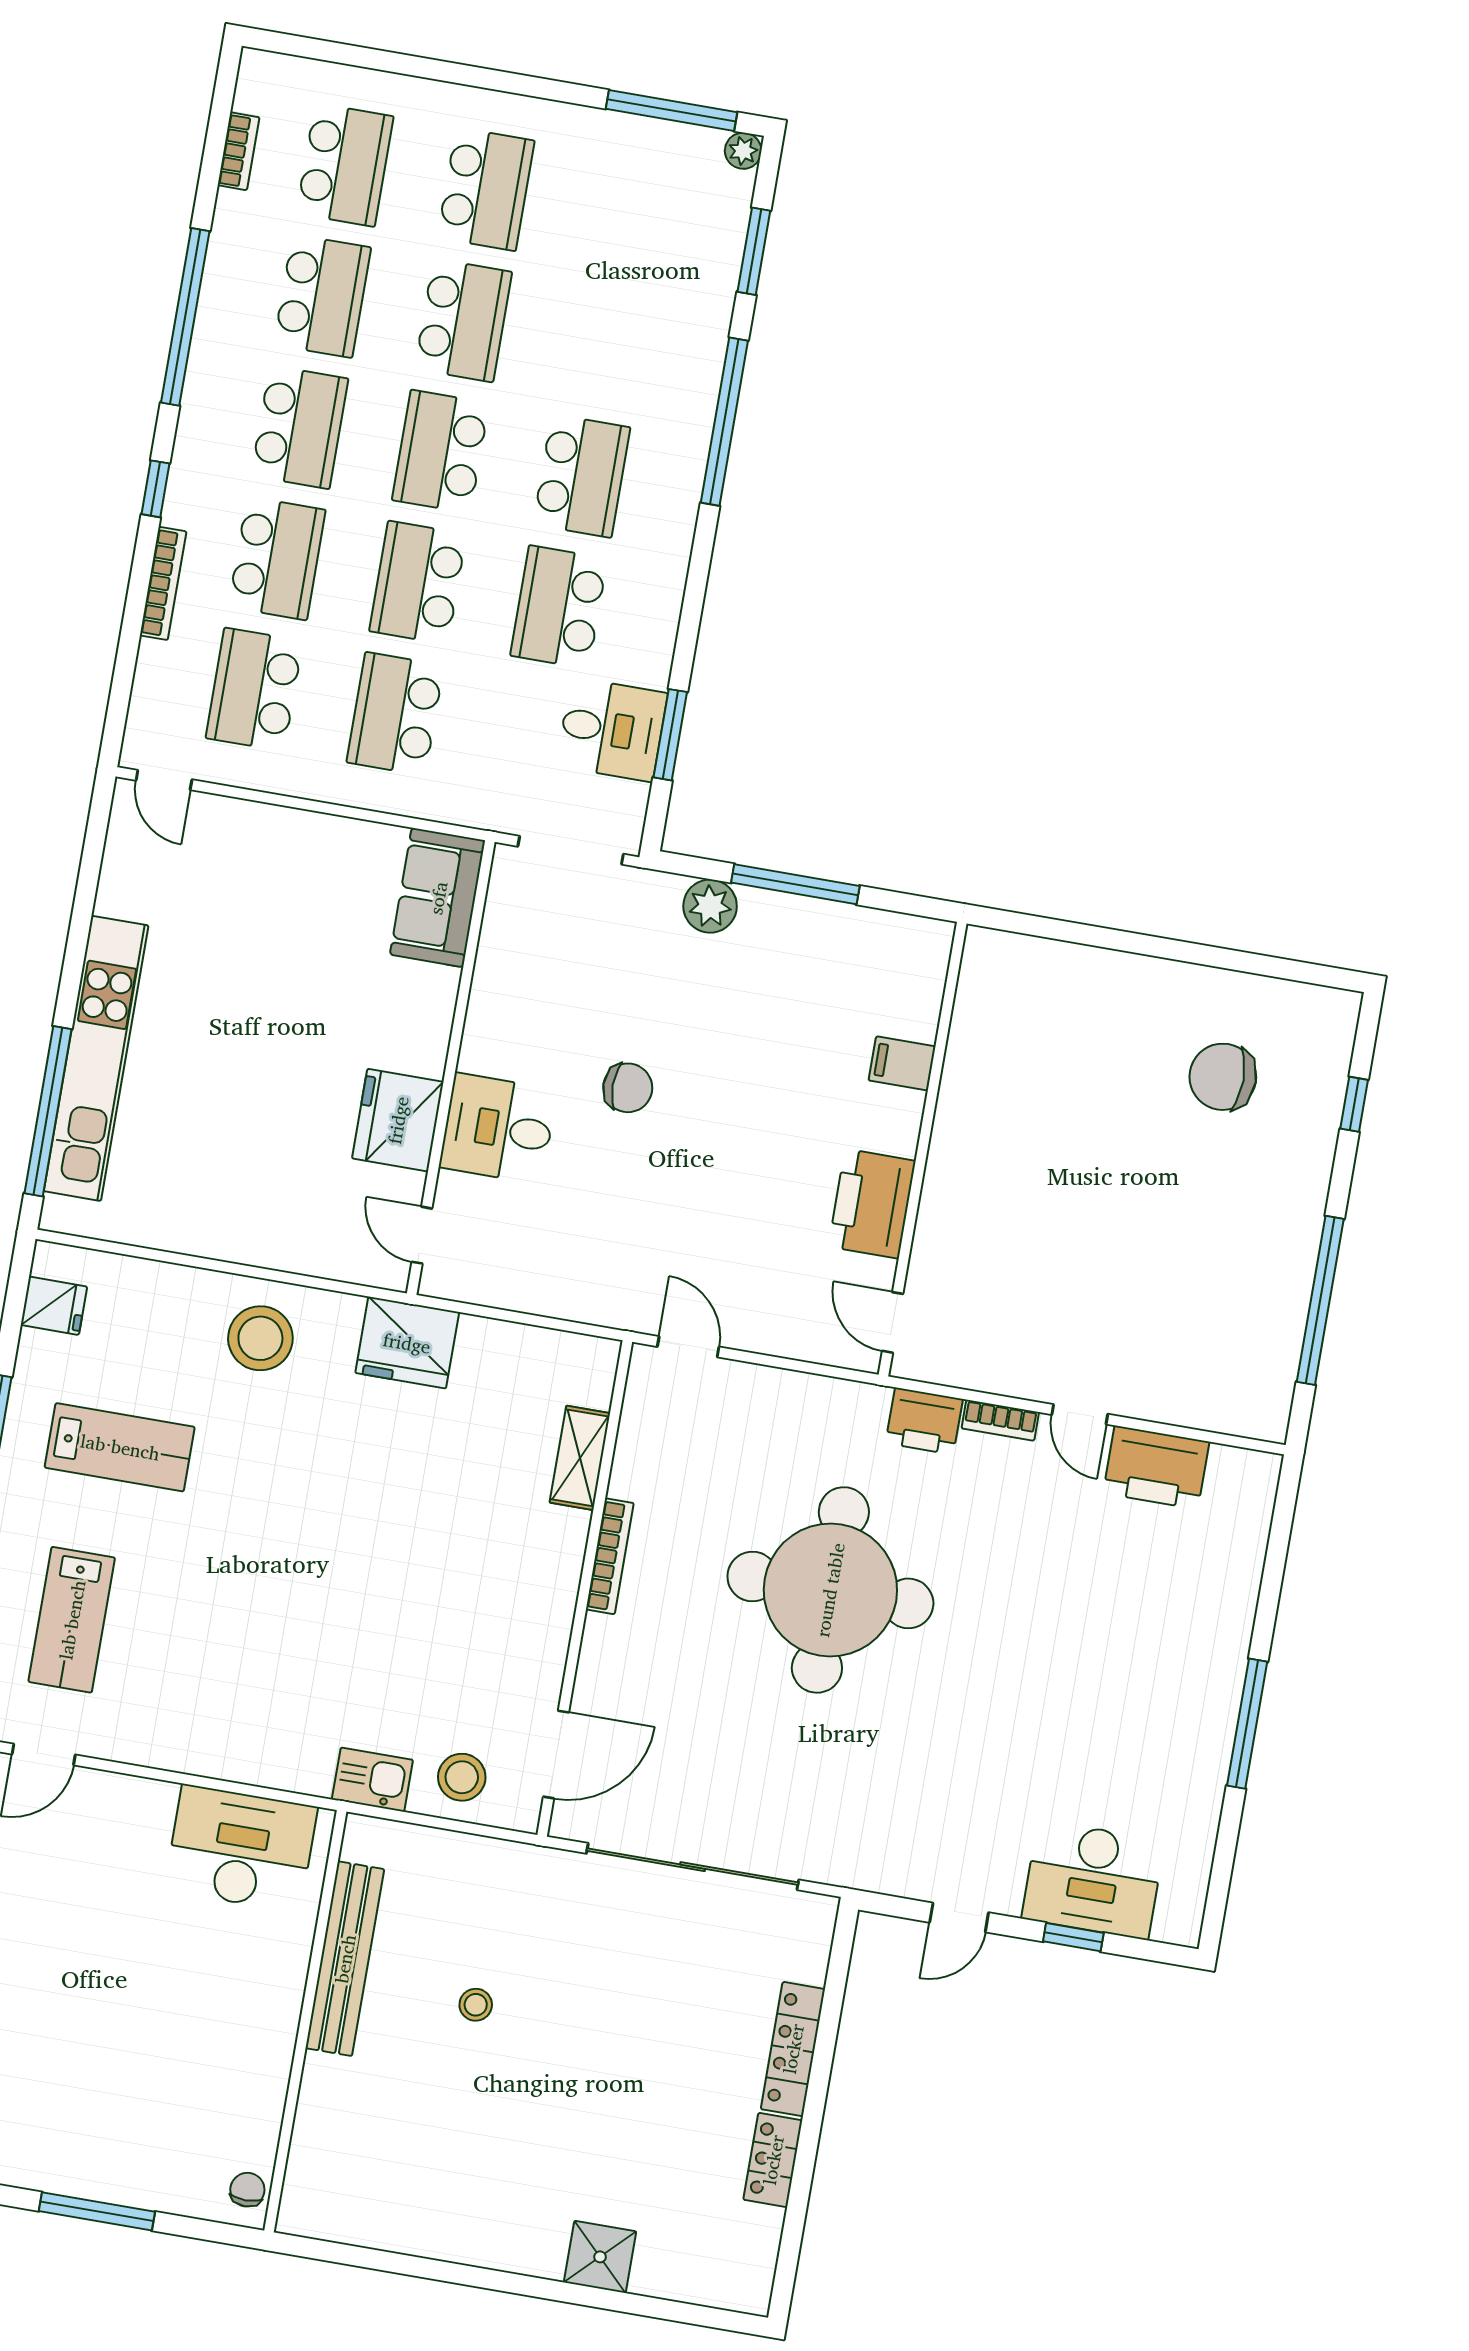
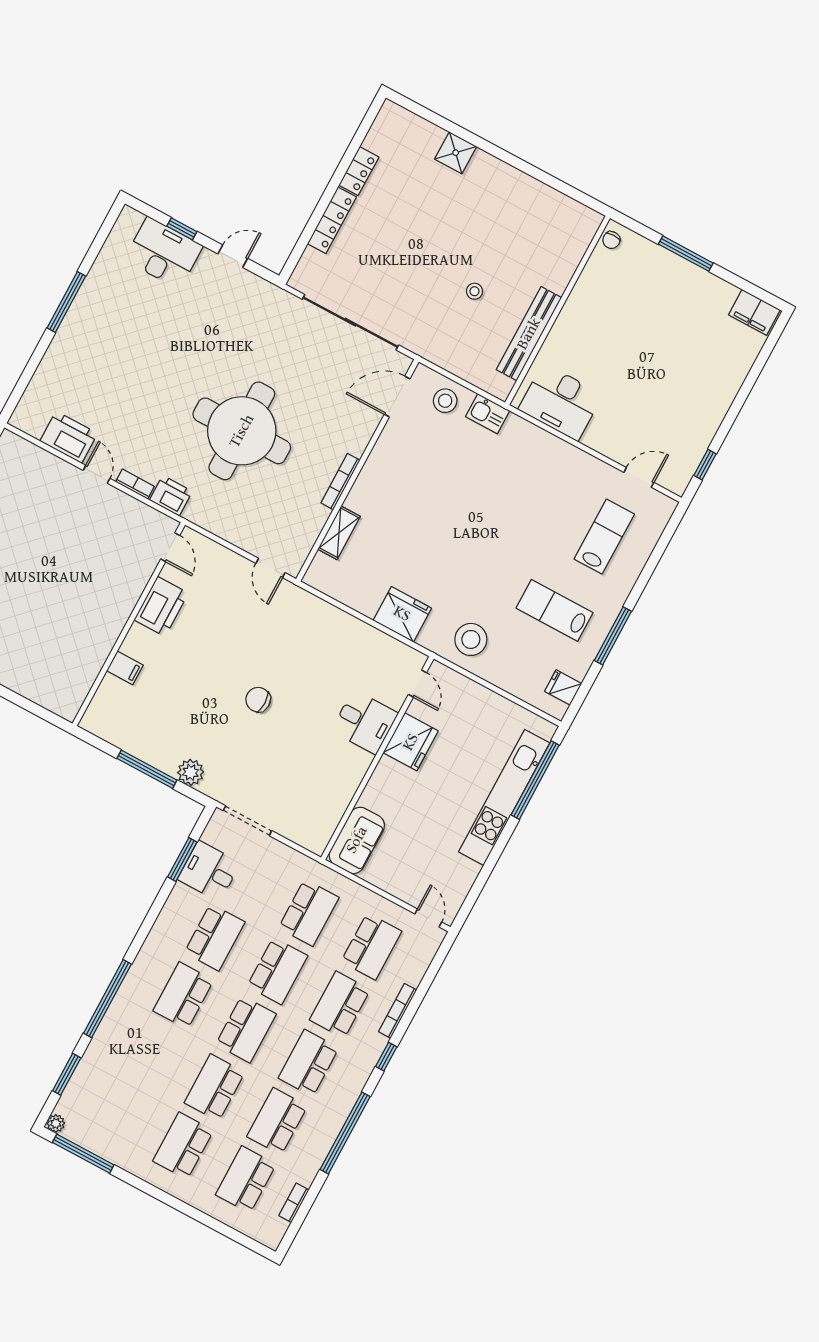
sofa: (438, 898) -> (357, 840), moved
wall: (451, 1068) -> (377, 758), moved
fridge: (398, 1120) -> (411, 742), moved
desk: (498, 1128) -> (365, 722), moved
door: (422, 1235) -> (417, 684), moved

